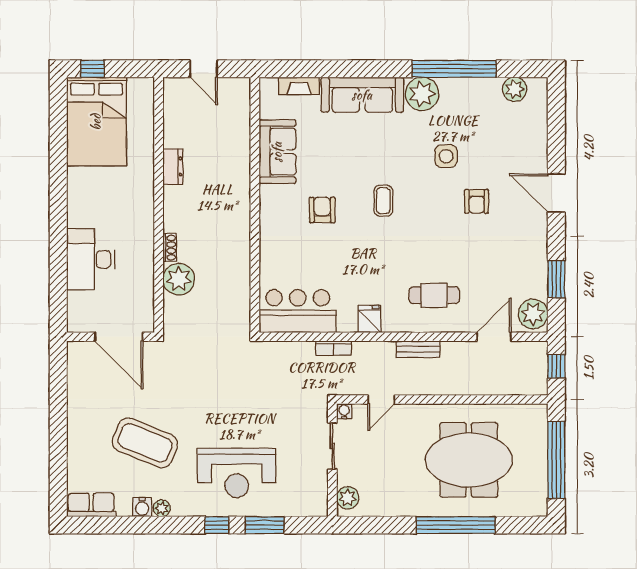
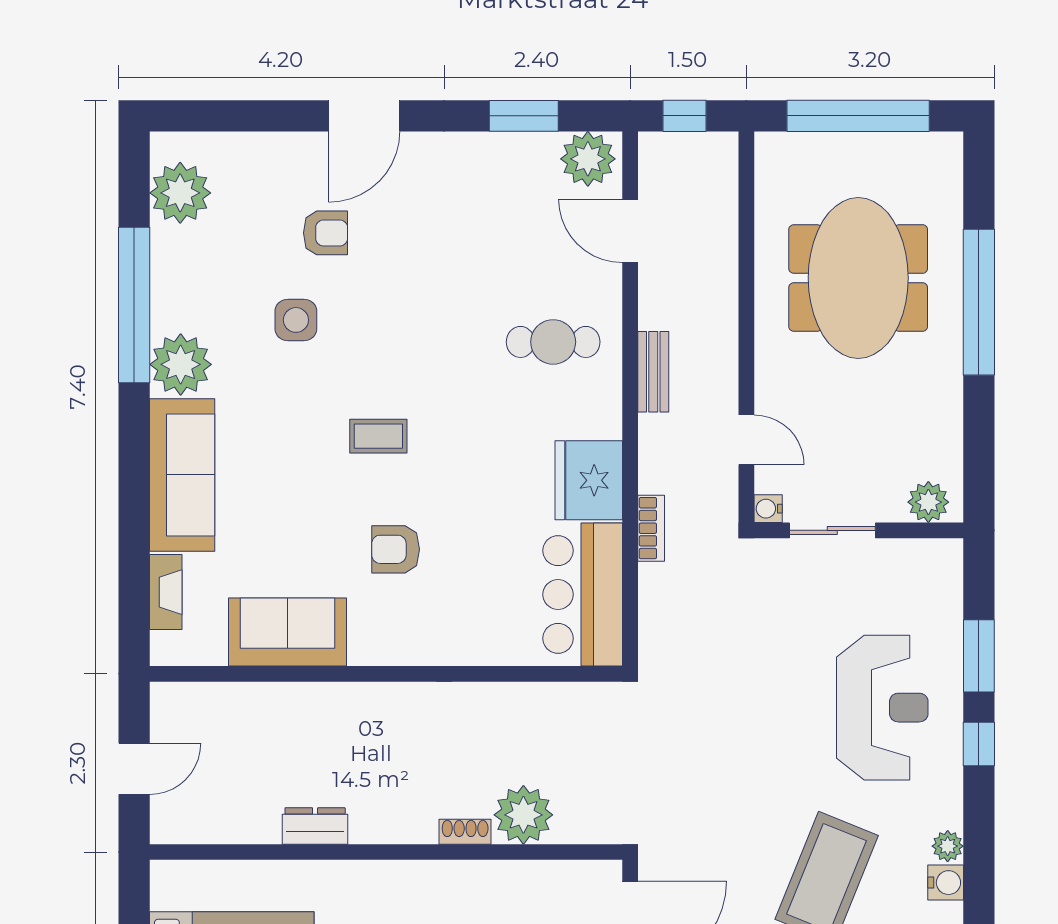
plant: (515, 89) -> (180, 193), width x1.36, depth x1.36
armchair: (477, 201) -> (325, 233), moved
cafe table: (434, 295) -> (553, 342), turned 90
fridge: (369, 319) -> (589, 480), width x1.88, depth x1.34

